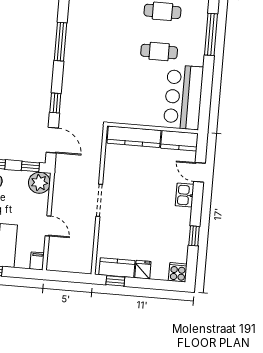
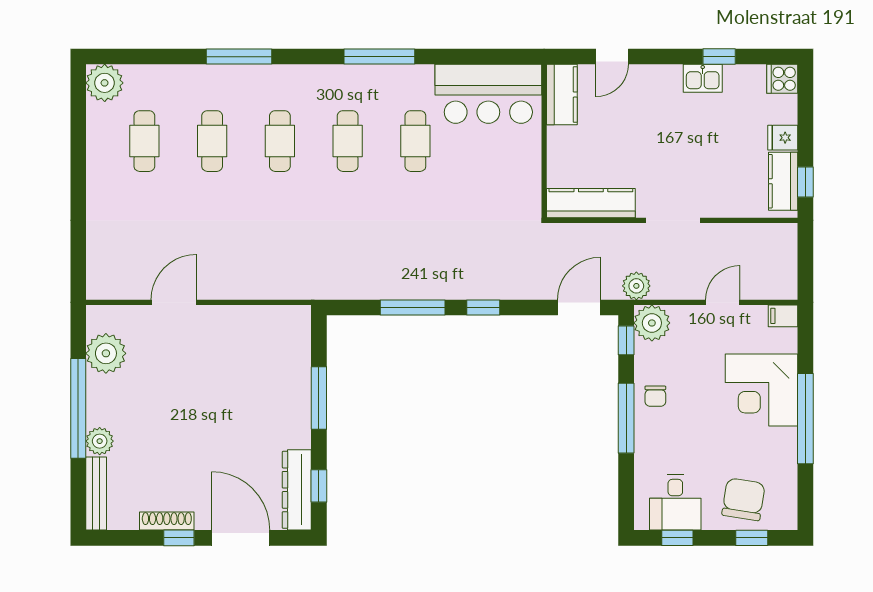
window: (55, 103) -> (483, 307), moved
kitchen counter: (134, 137) -> (591, 203), moved, turned -90
plant: (62, 175) -> (636, 286), added
kitchen sink: (185, 195) -> (703, 78), moved

